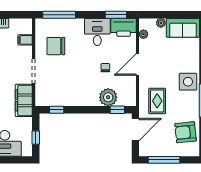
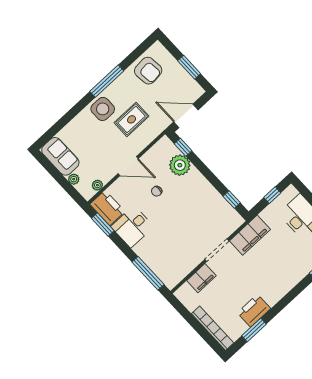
filing cabinet: (25, 40) -> (201, 278), width x2.00
chair: (56, 46) -> (178, 251), removed
rug: (157, 101) -> (132, 119), moved
window: (164, 160) -> (189, 67), width x0.69

